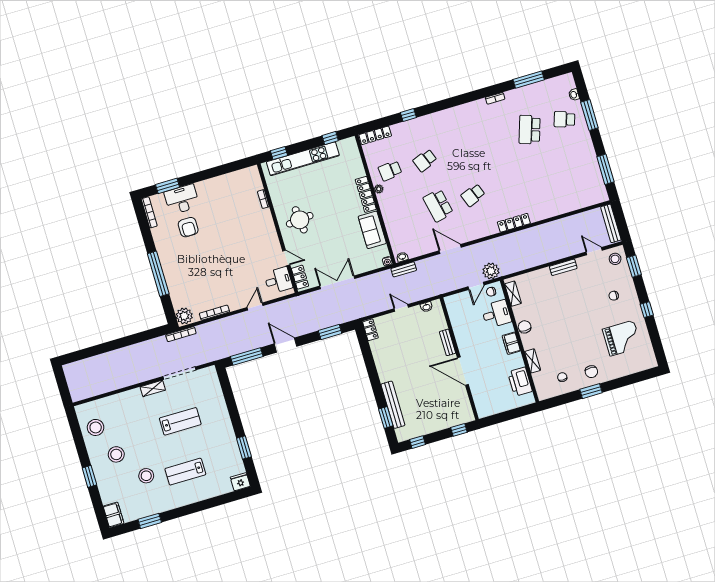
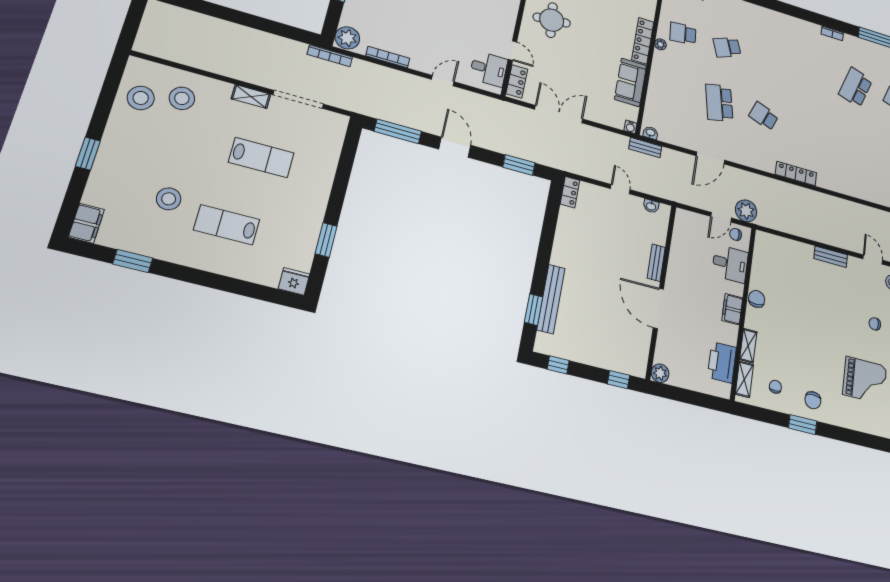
school desk: (473, 195) -> (764, 116), turned 42
door: (450, 249) -> (710, 158), swing flipped
shelving: (513, 294) -> (744, 379), moved
plant: (483, 411) -> (660, 373), added
stool: (116, 454) -> (182, 98), moved

